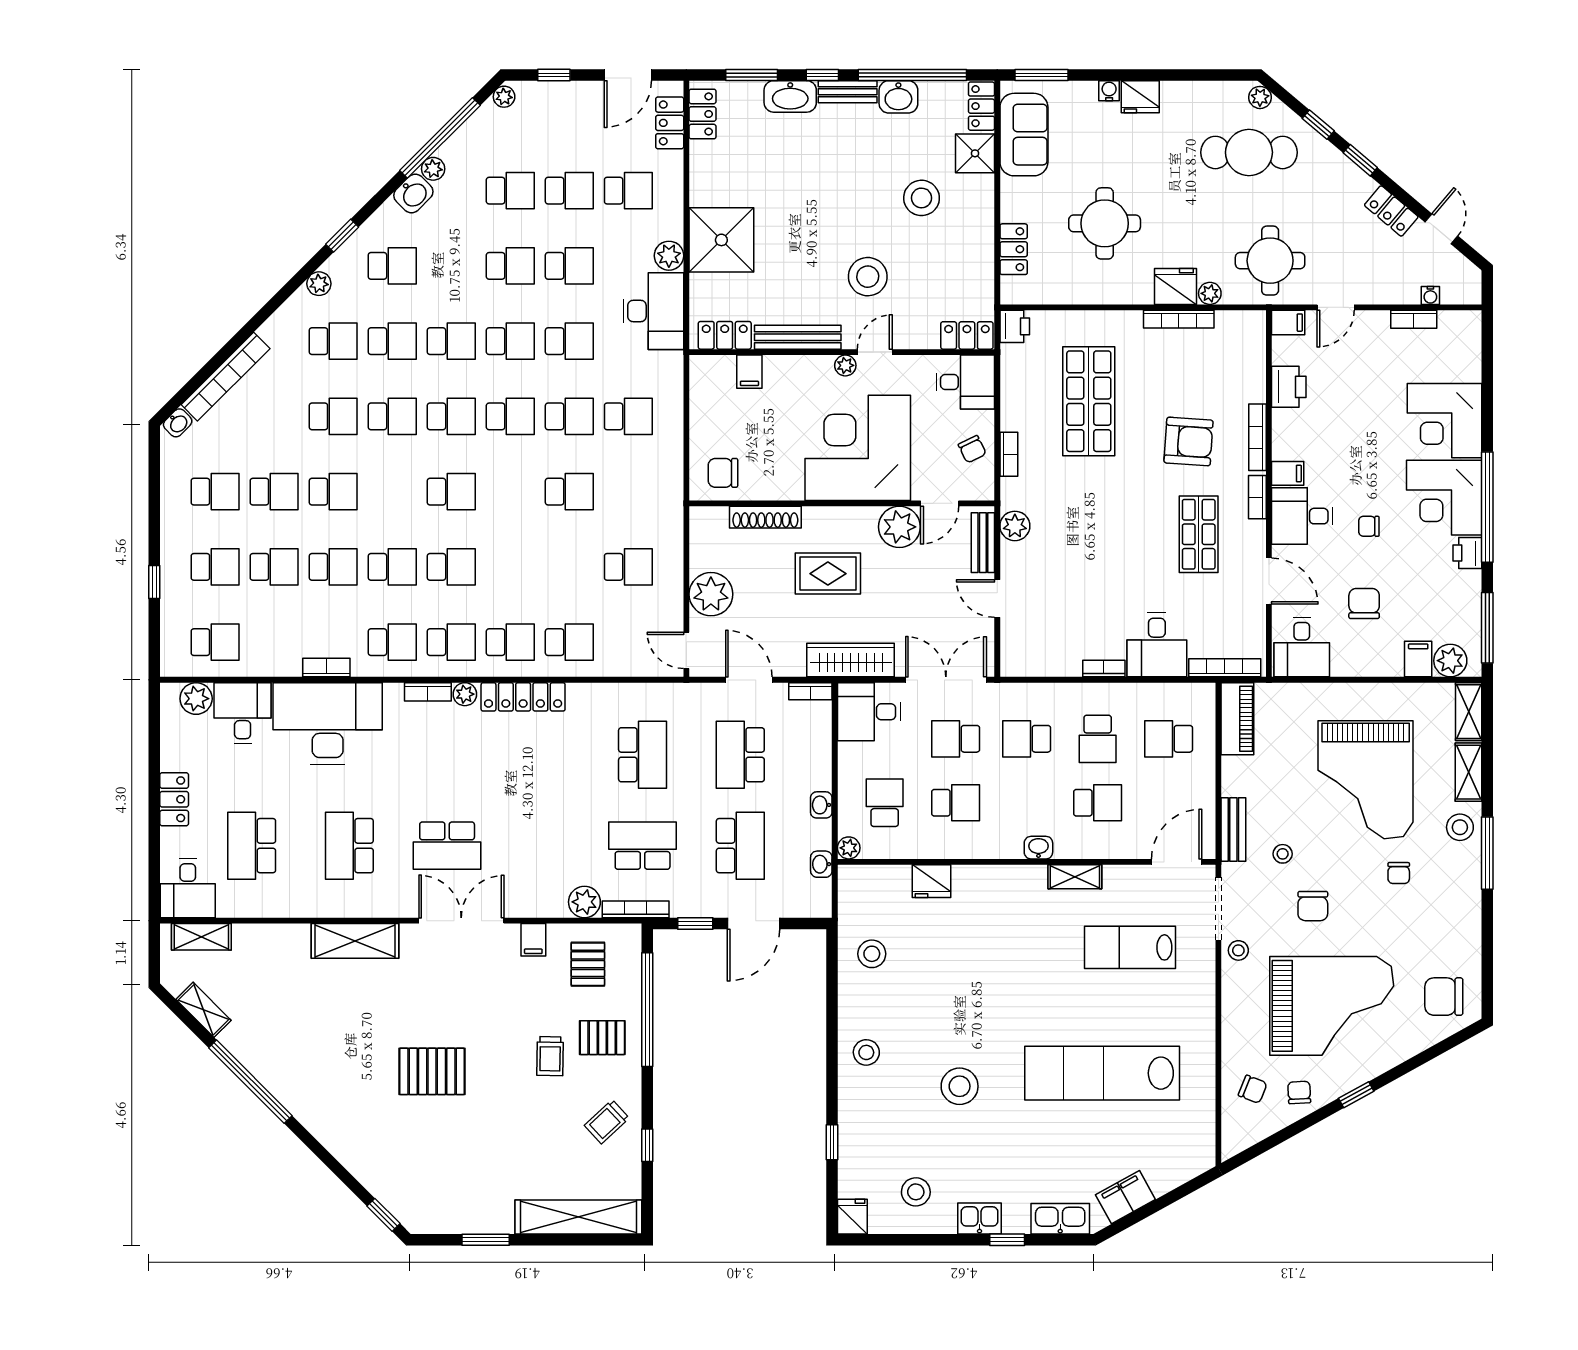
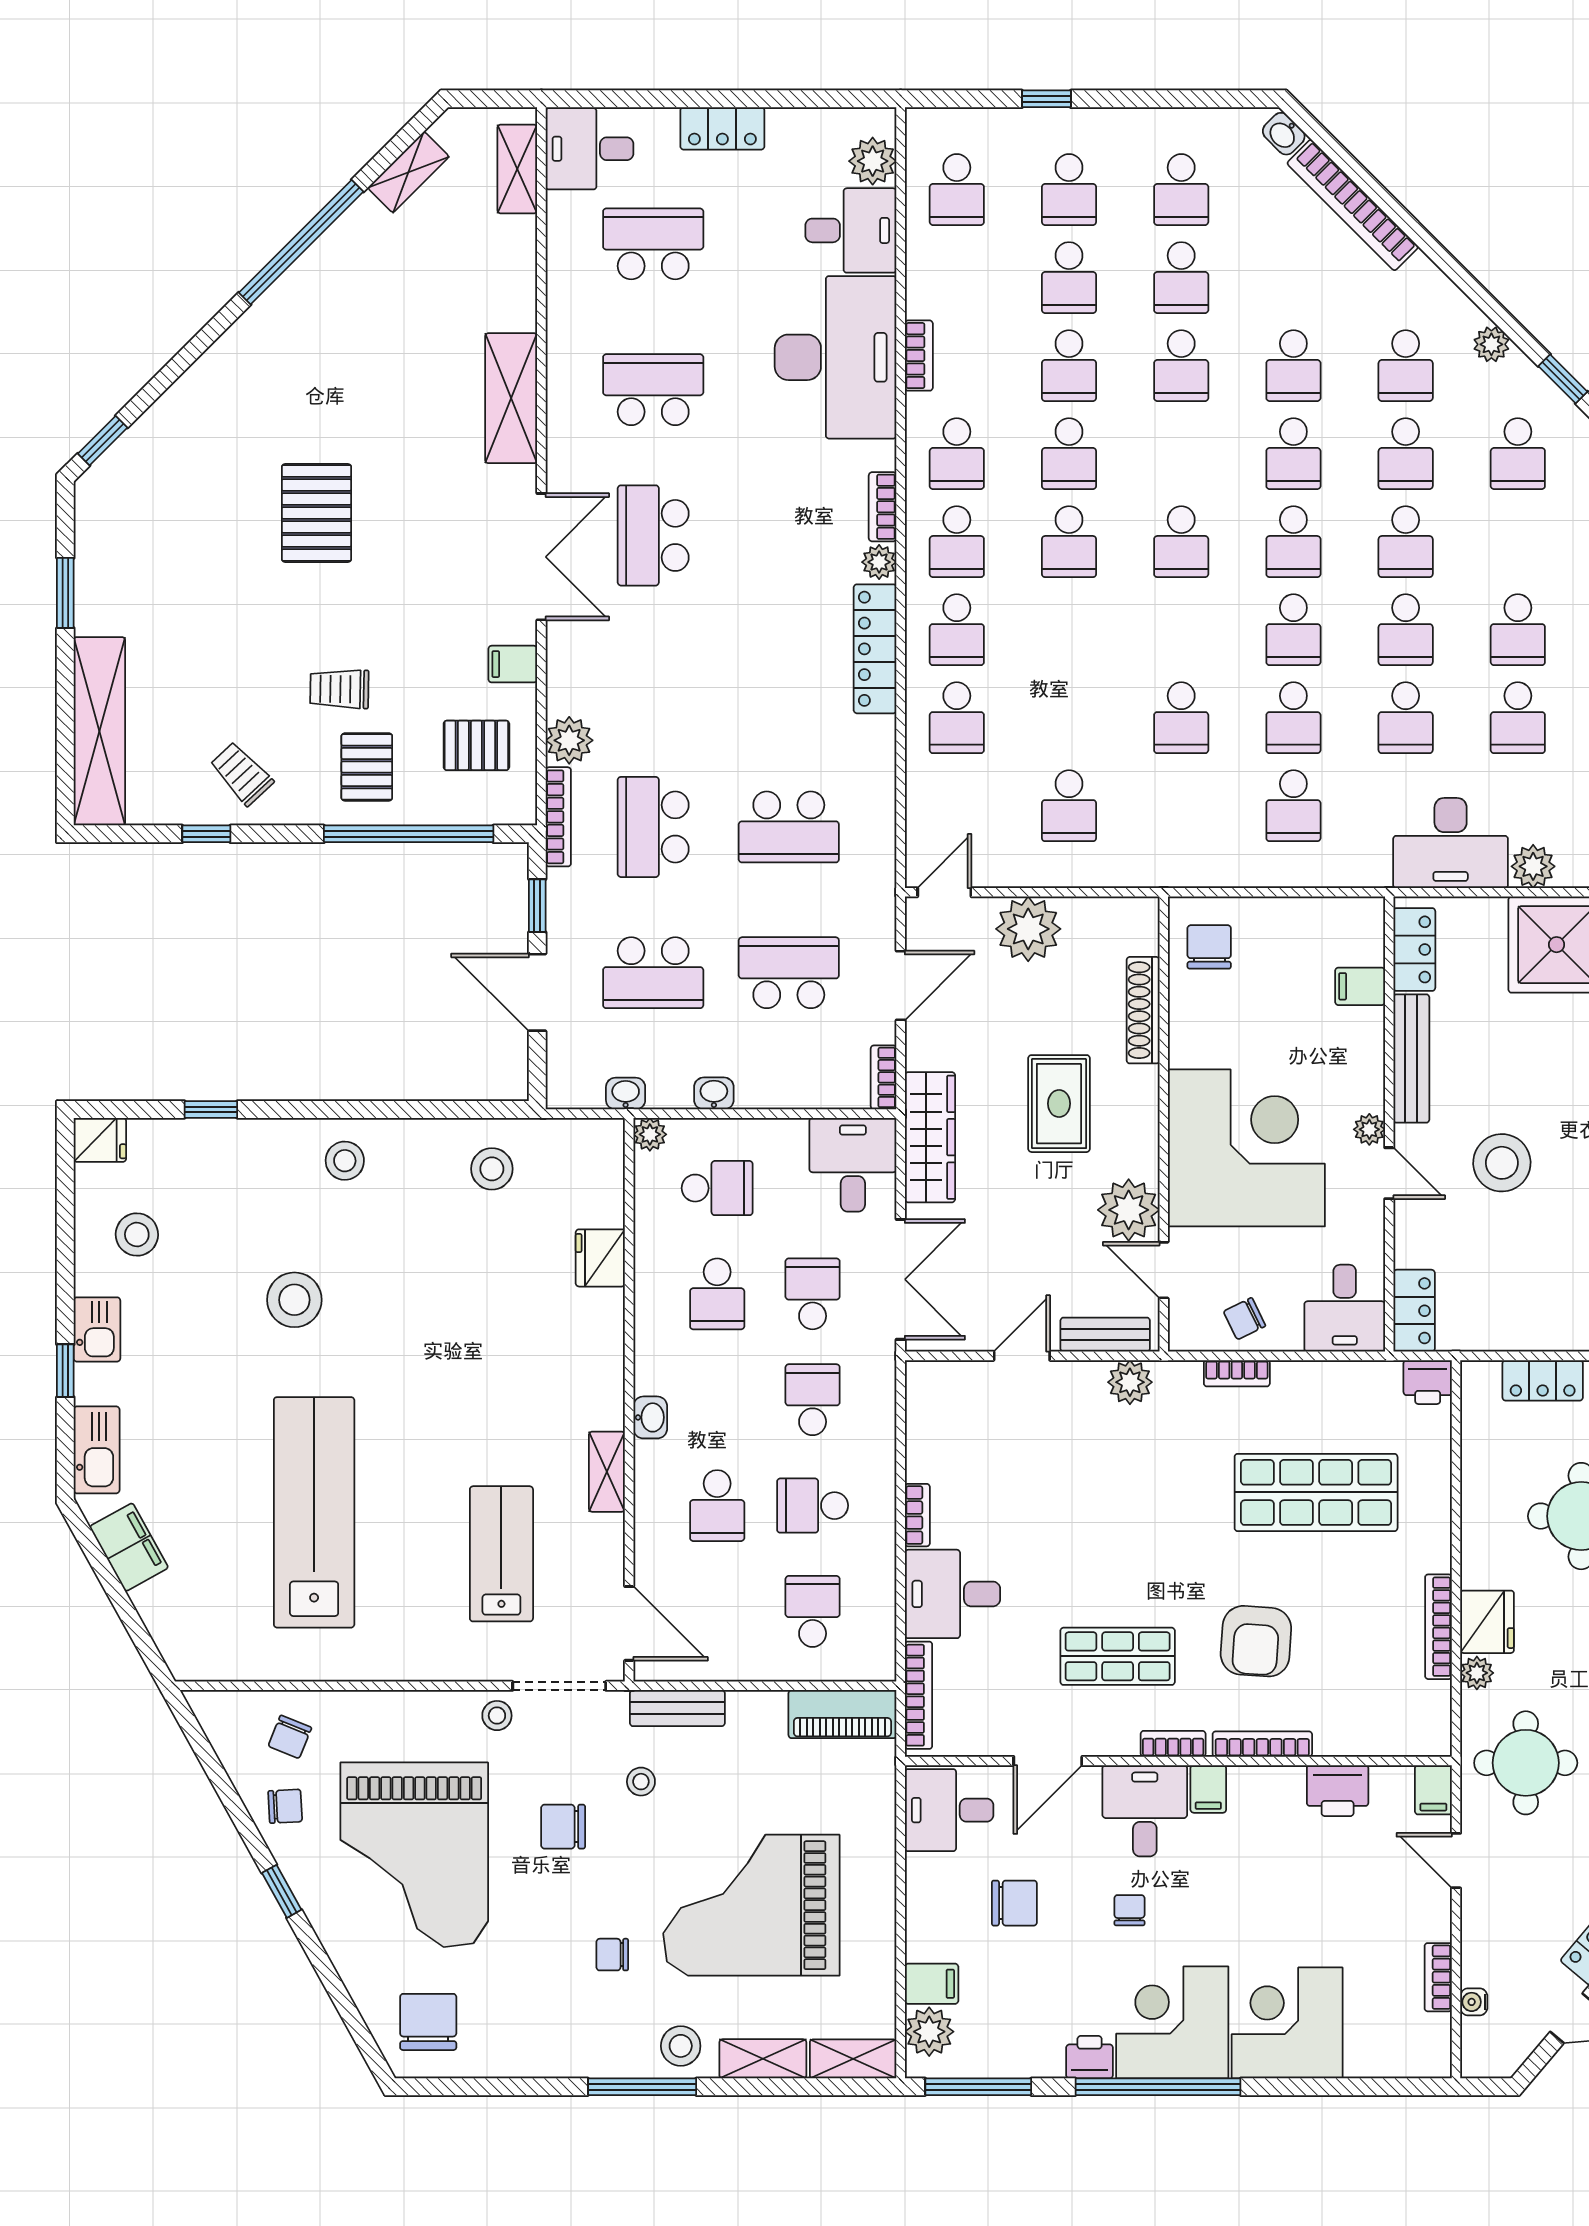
school desk: (643, 846) -> (653, 827), turned 180

